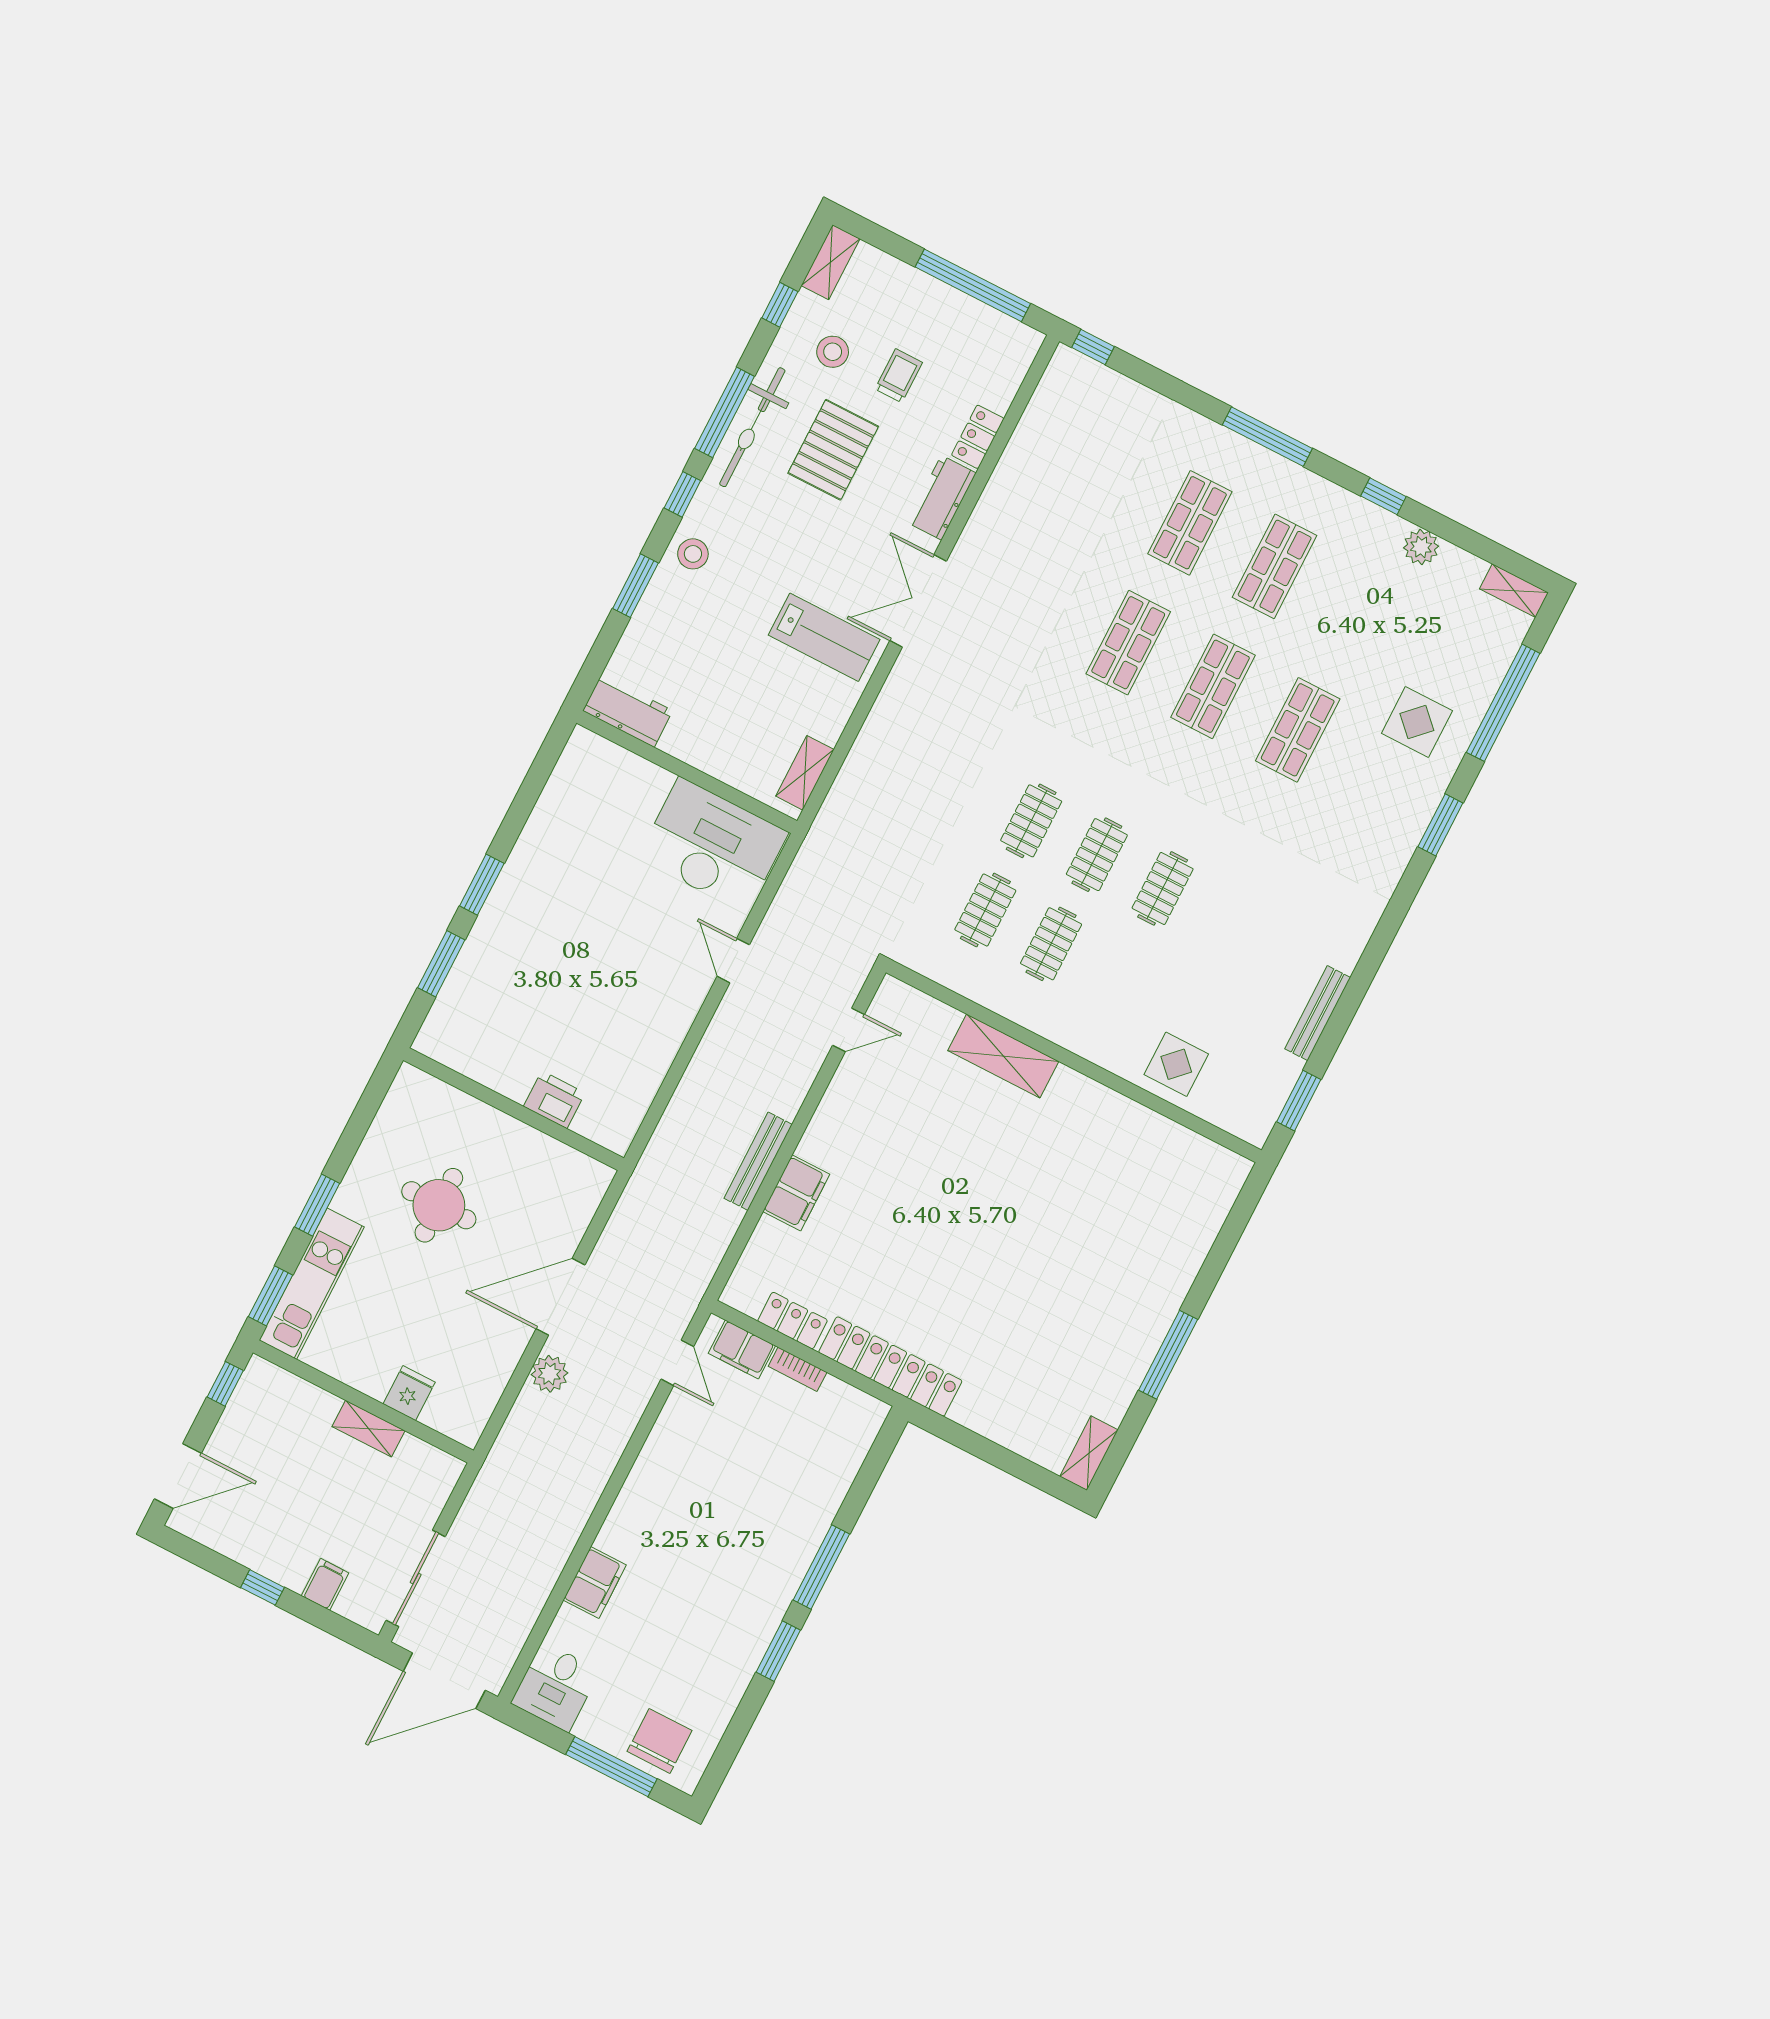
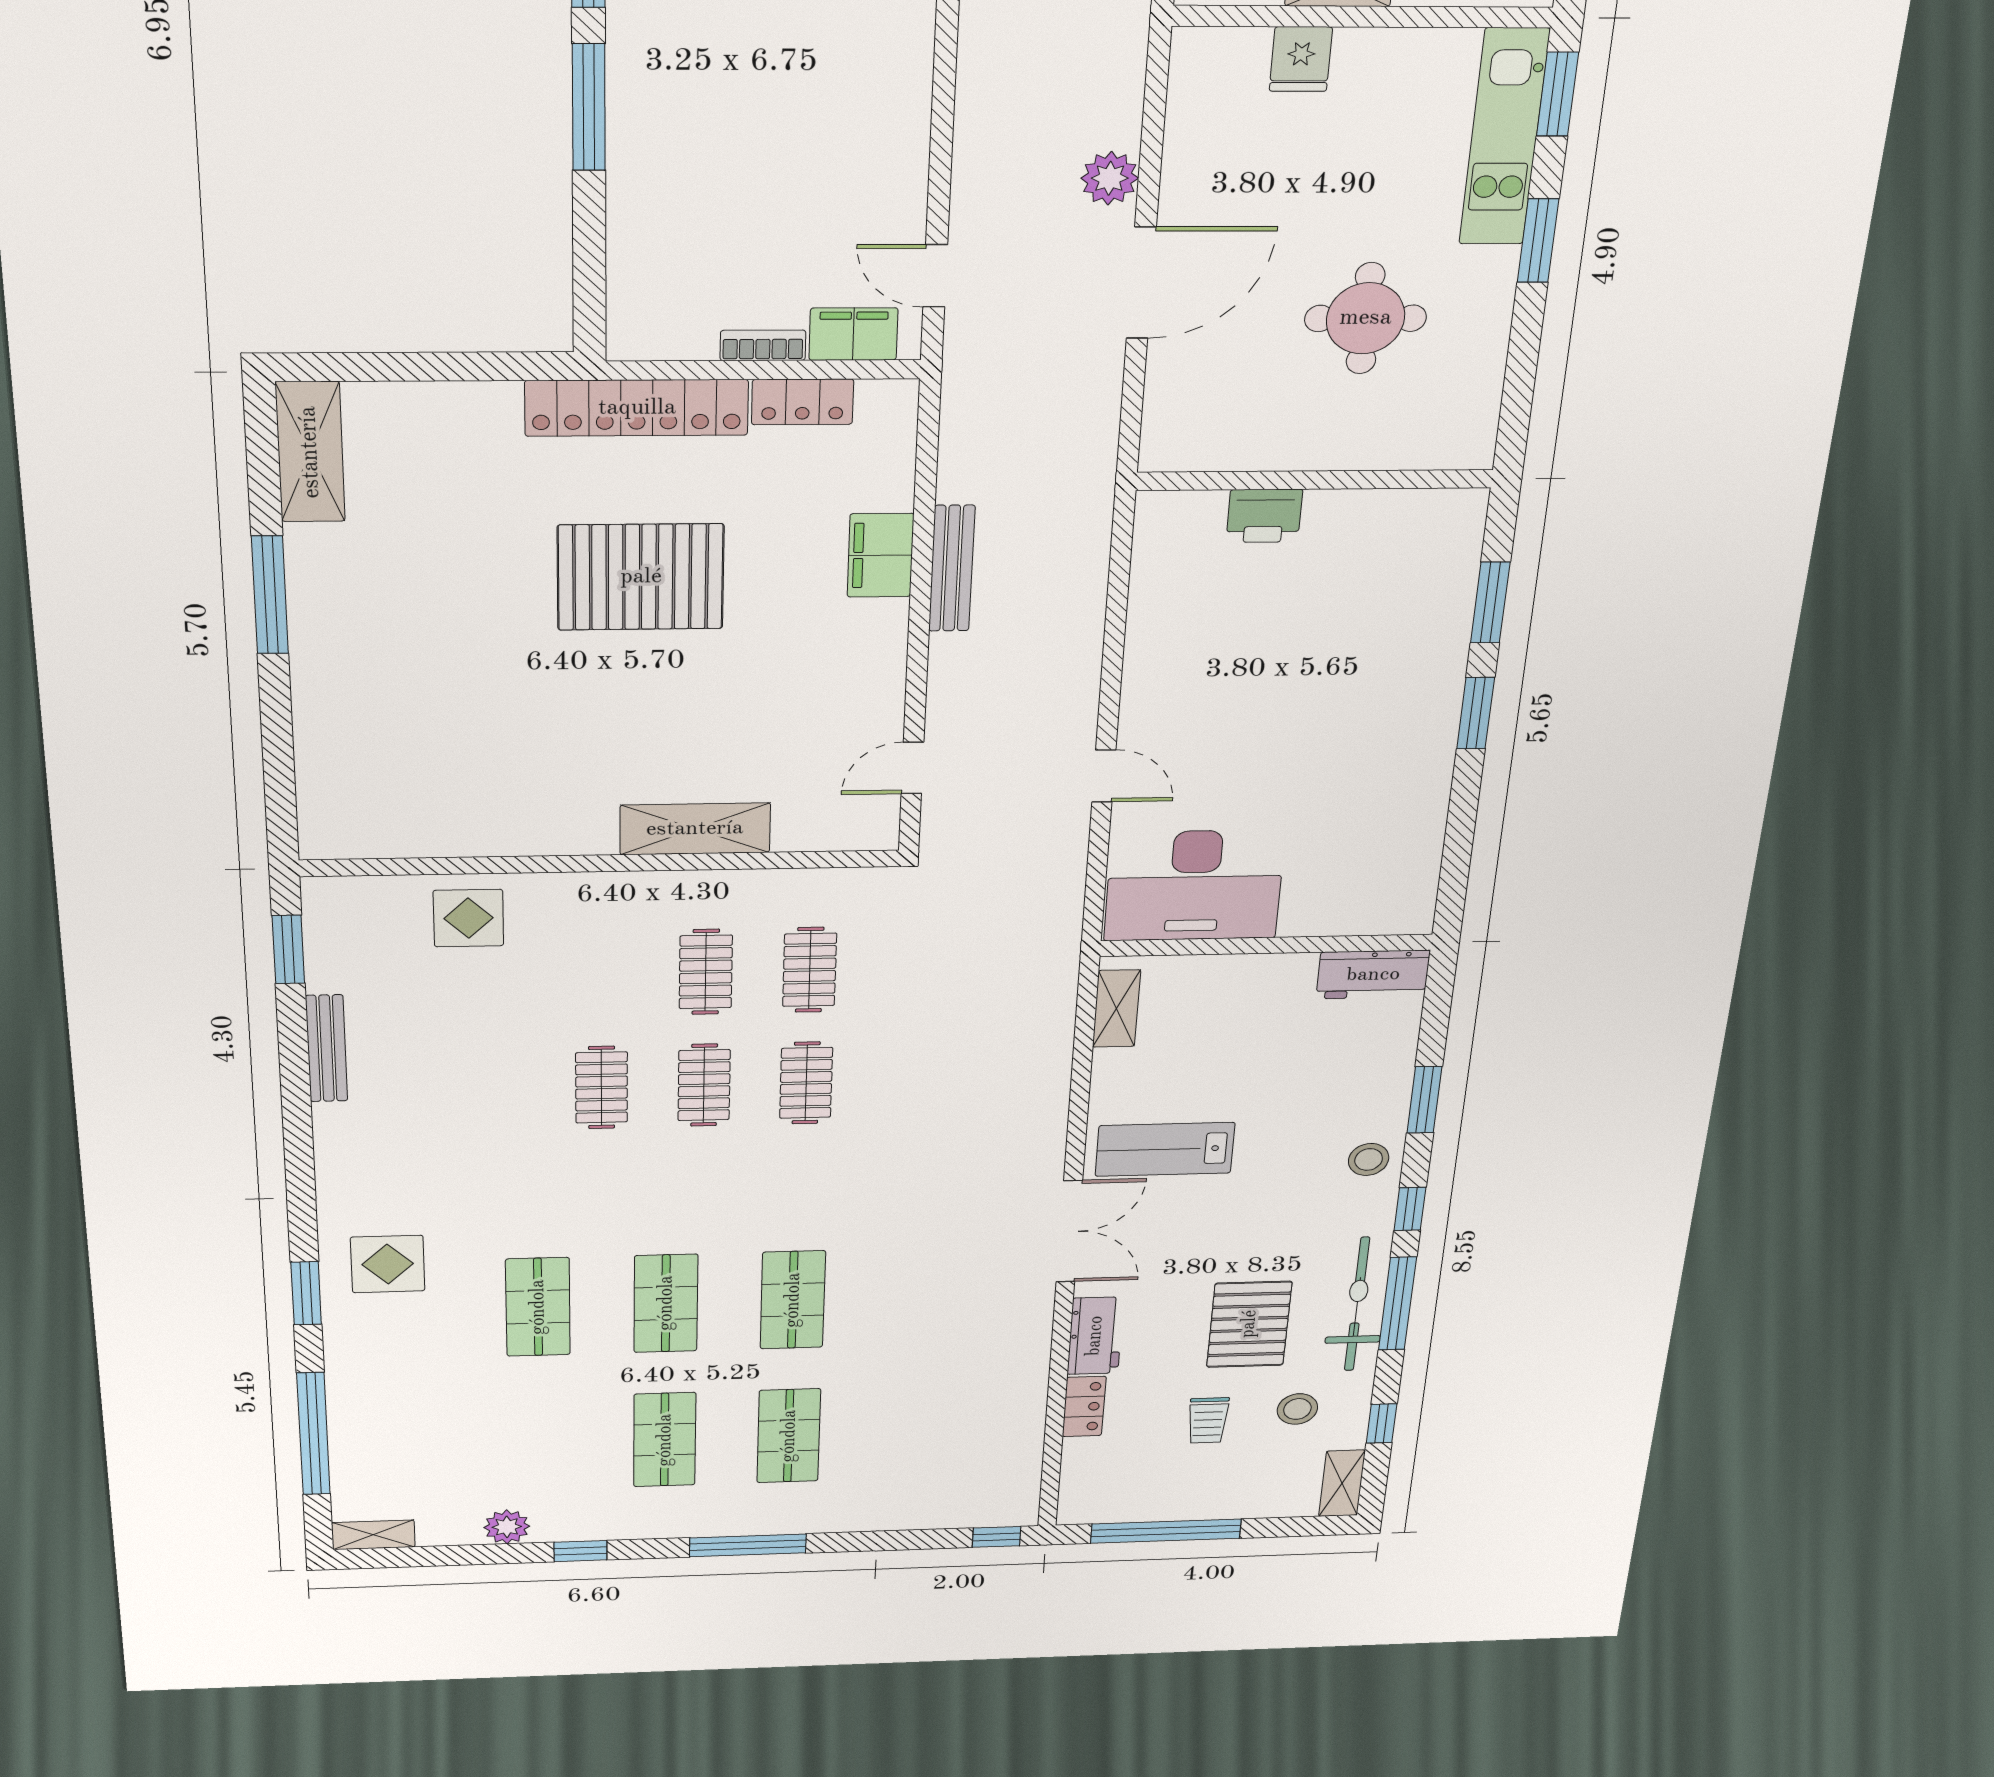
display table: (1417, 722) -> (388, 1264), moved
pallet: (946, 1253) -> (641, 577), added
shelving: (1089, 1453) -> (310, 452), width x1.50, depth x1.33

